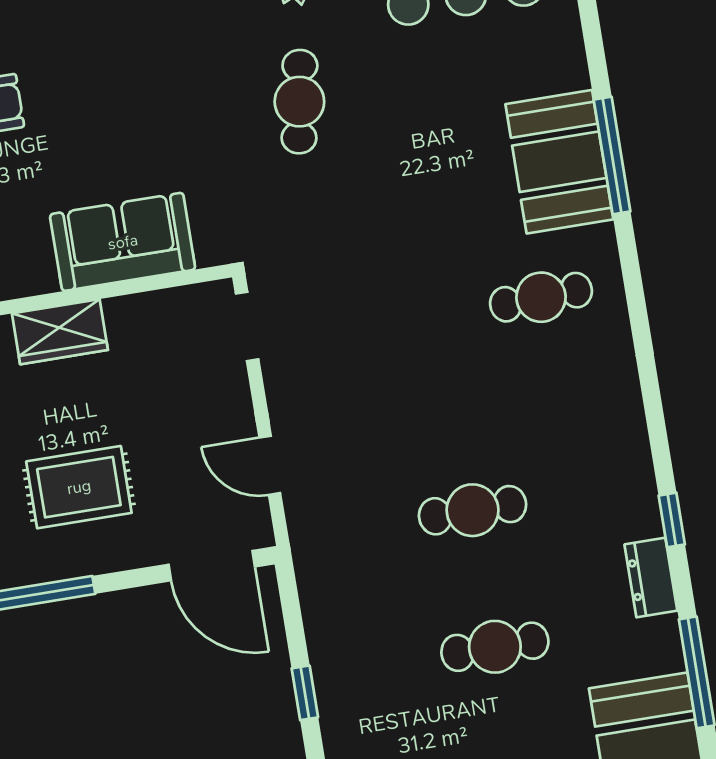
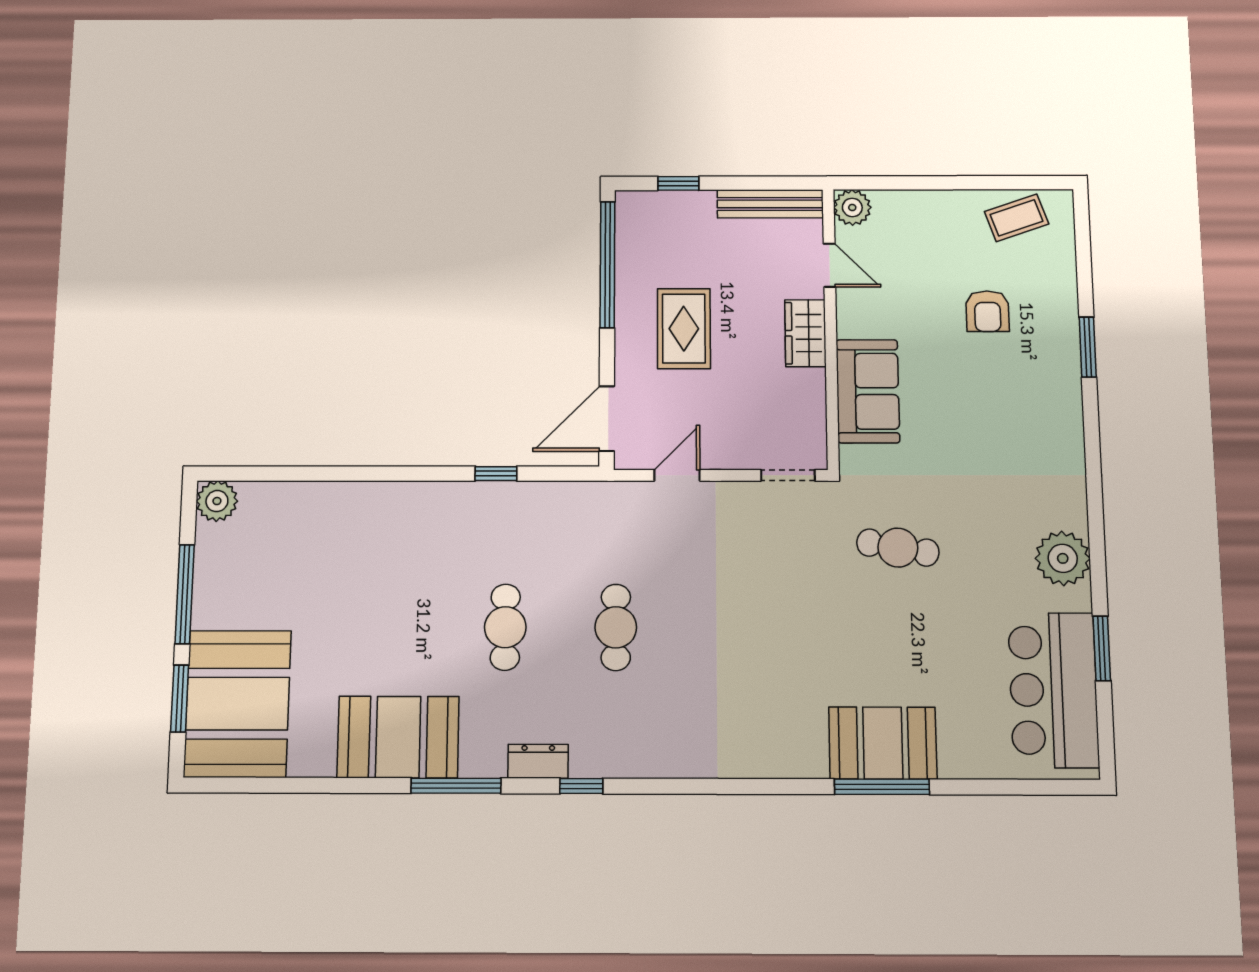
cafe table: (299, 102) -> (898, 548), moved
cafe table: (541, 297) -> (776, 710), removed

